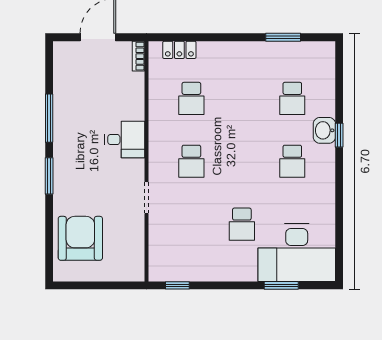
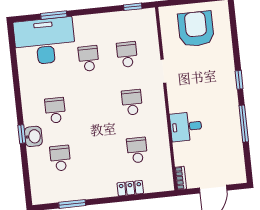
locker: (179, 50) -> (130, 188), moved
desk: (125, 140) -> (186, 127), moved
window: (49, 176) -> (239, 80), width x0.67
school desk: (191, 224) -> (127, 54), added
armchair: (80, 238) -> (196, 29), moved, turned 180

